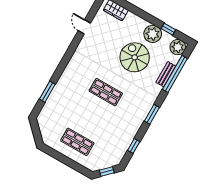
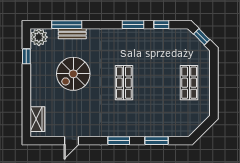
plant: (153, 34) -> (40, 69), removed
window: (64, 63) -> (119, 141), added
window: (175, 74) -> (67, 25), width x0.68
window: (152, 114) -> (133, 25), moved

